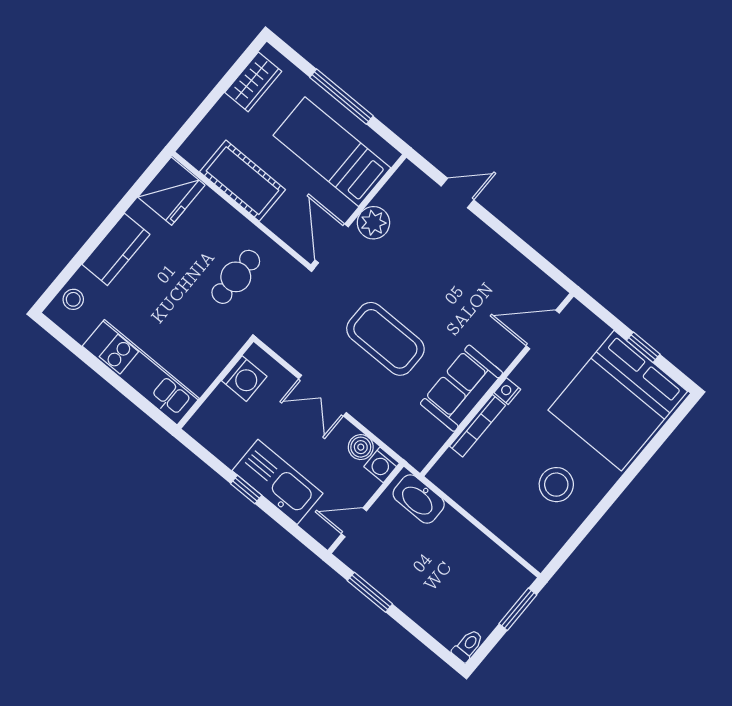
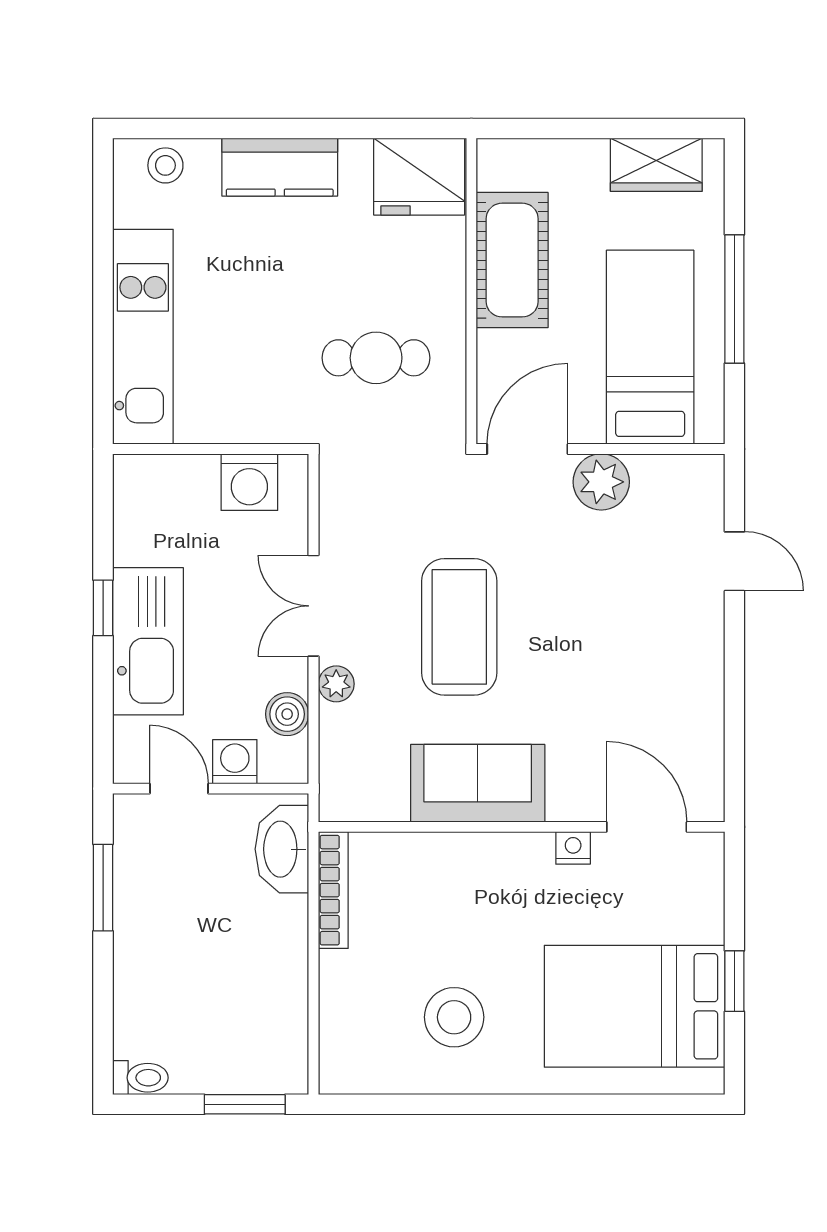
nightstand: (507, 391) -> (573, 848), moved
bed: (618, 401) -> (635, 1006), width x0.73
plant: (365, 414) -> (336, 684), added
bookcase: (478, 426) -> (333, 890), moved, turned -90
washing machine: (382, 465) -> (235, 762), moved, turned 90

